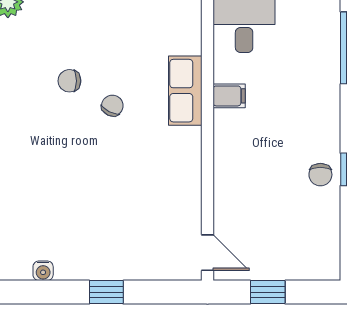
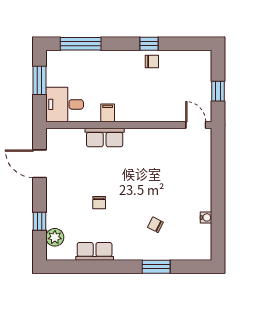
chair: (112, 106) -> (155, 225), moved
door: (208, 253) -> (196, 125), hinge flipped
window: (106, 292) -> (218, 182), removed

